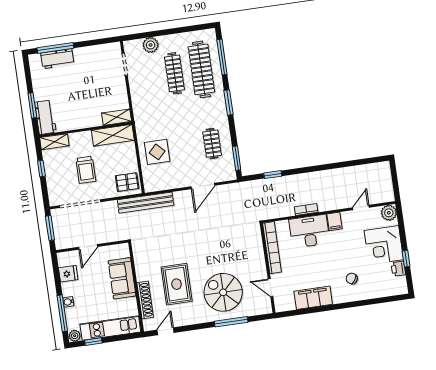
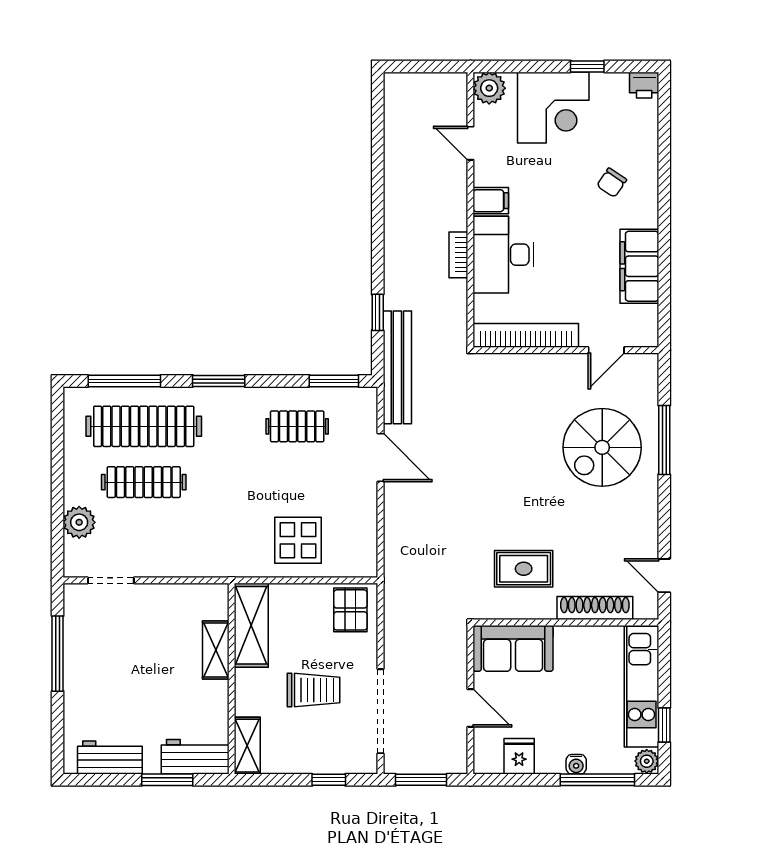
window: (55, 48) -> (58, 654), moved
workbench: (57, 59) -> (110, 758), moved, turned -90
shelving: (117, 117) -> (216, 650), moved
window: (41, 169) -> (329, 780), moved
bench: (146, 203) -> (397, 367), moved
printer: (398, 269) -> (644, 85), moved
sofa: (122, 278) -> (513, 648), moved
rug: (177, 284) -> (524, 569), moved, width x0.73, depth x0.70

